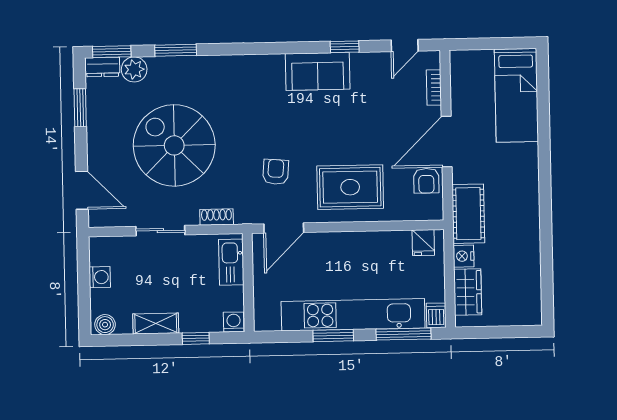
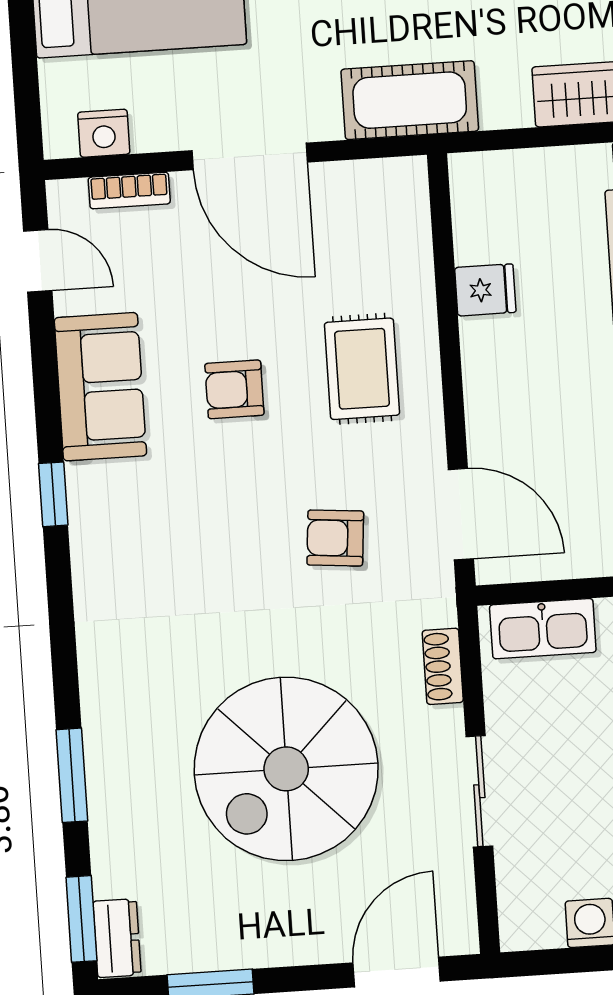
window: (345, 47) -> (53, 494), moved
plant: (134, 69) -> (119, 867), removed
sofa: (318, 71) -> (100, 387), moved
armchair: (426, 181) -> (234, 389), moved, turned 180
rug: (350, 187) -> (362, 369), width x0.73, depth x0.70
fridge: (423, 243) -> (485, 290), moved
nightstand: (464, 256) -> (104, 133), moved

